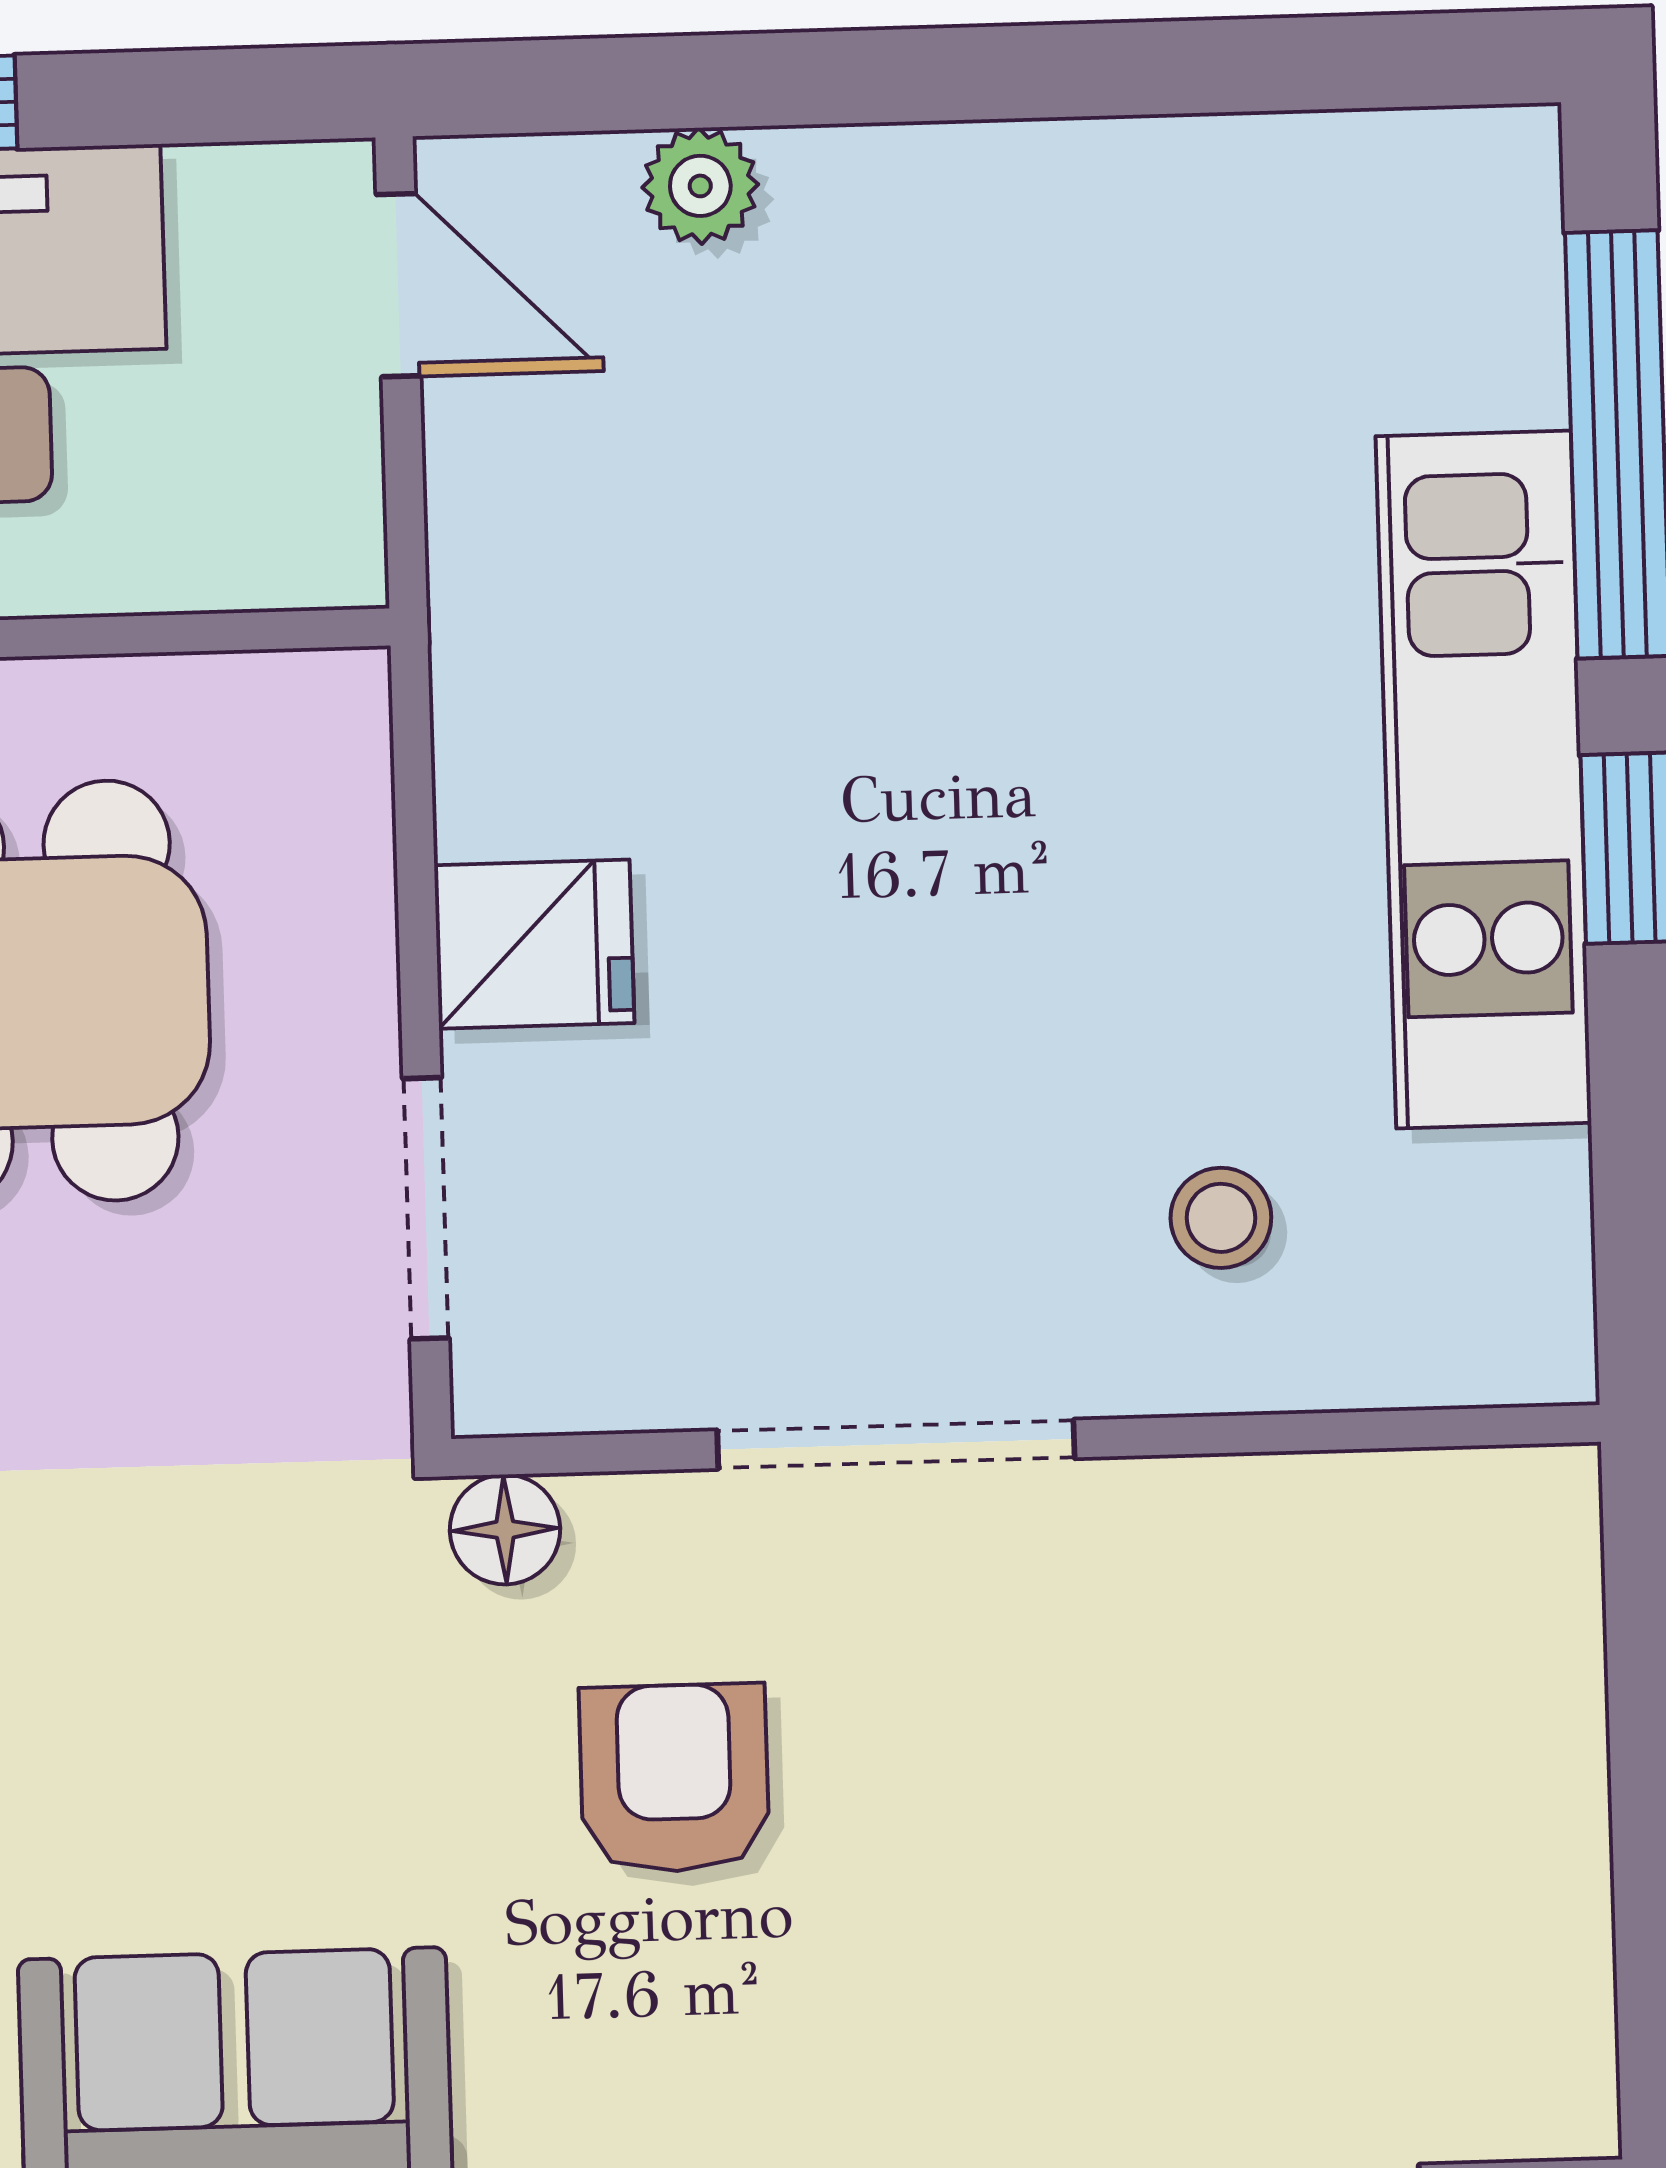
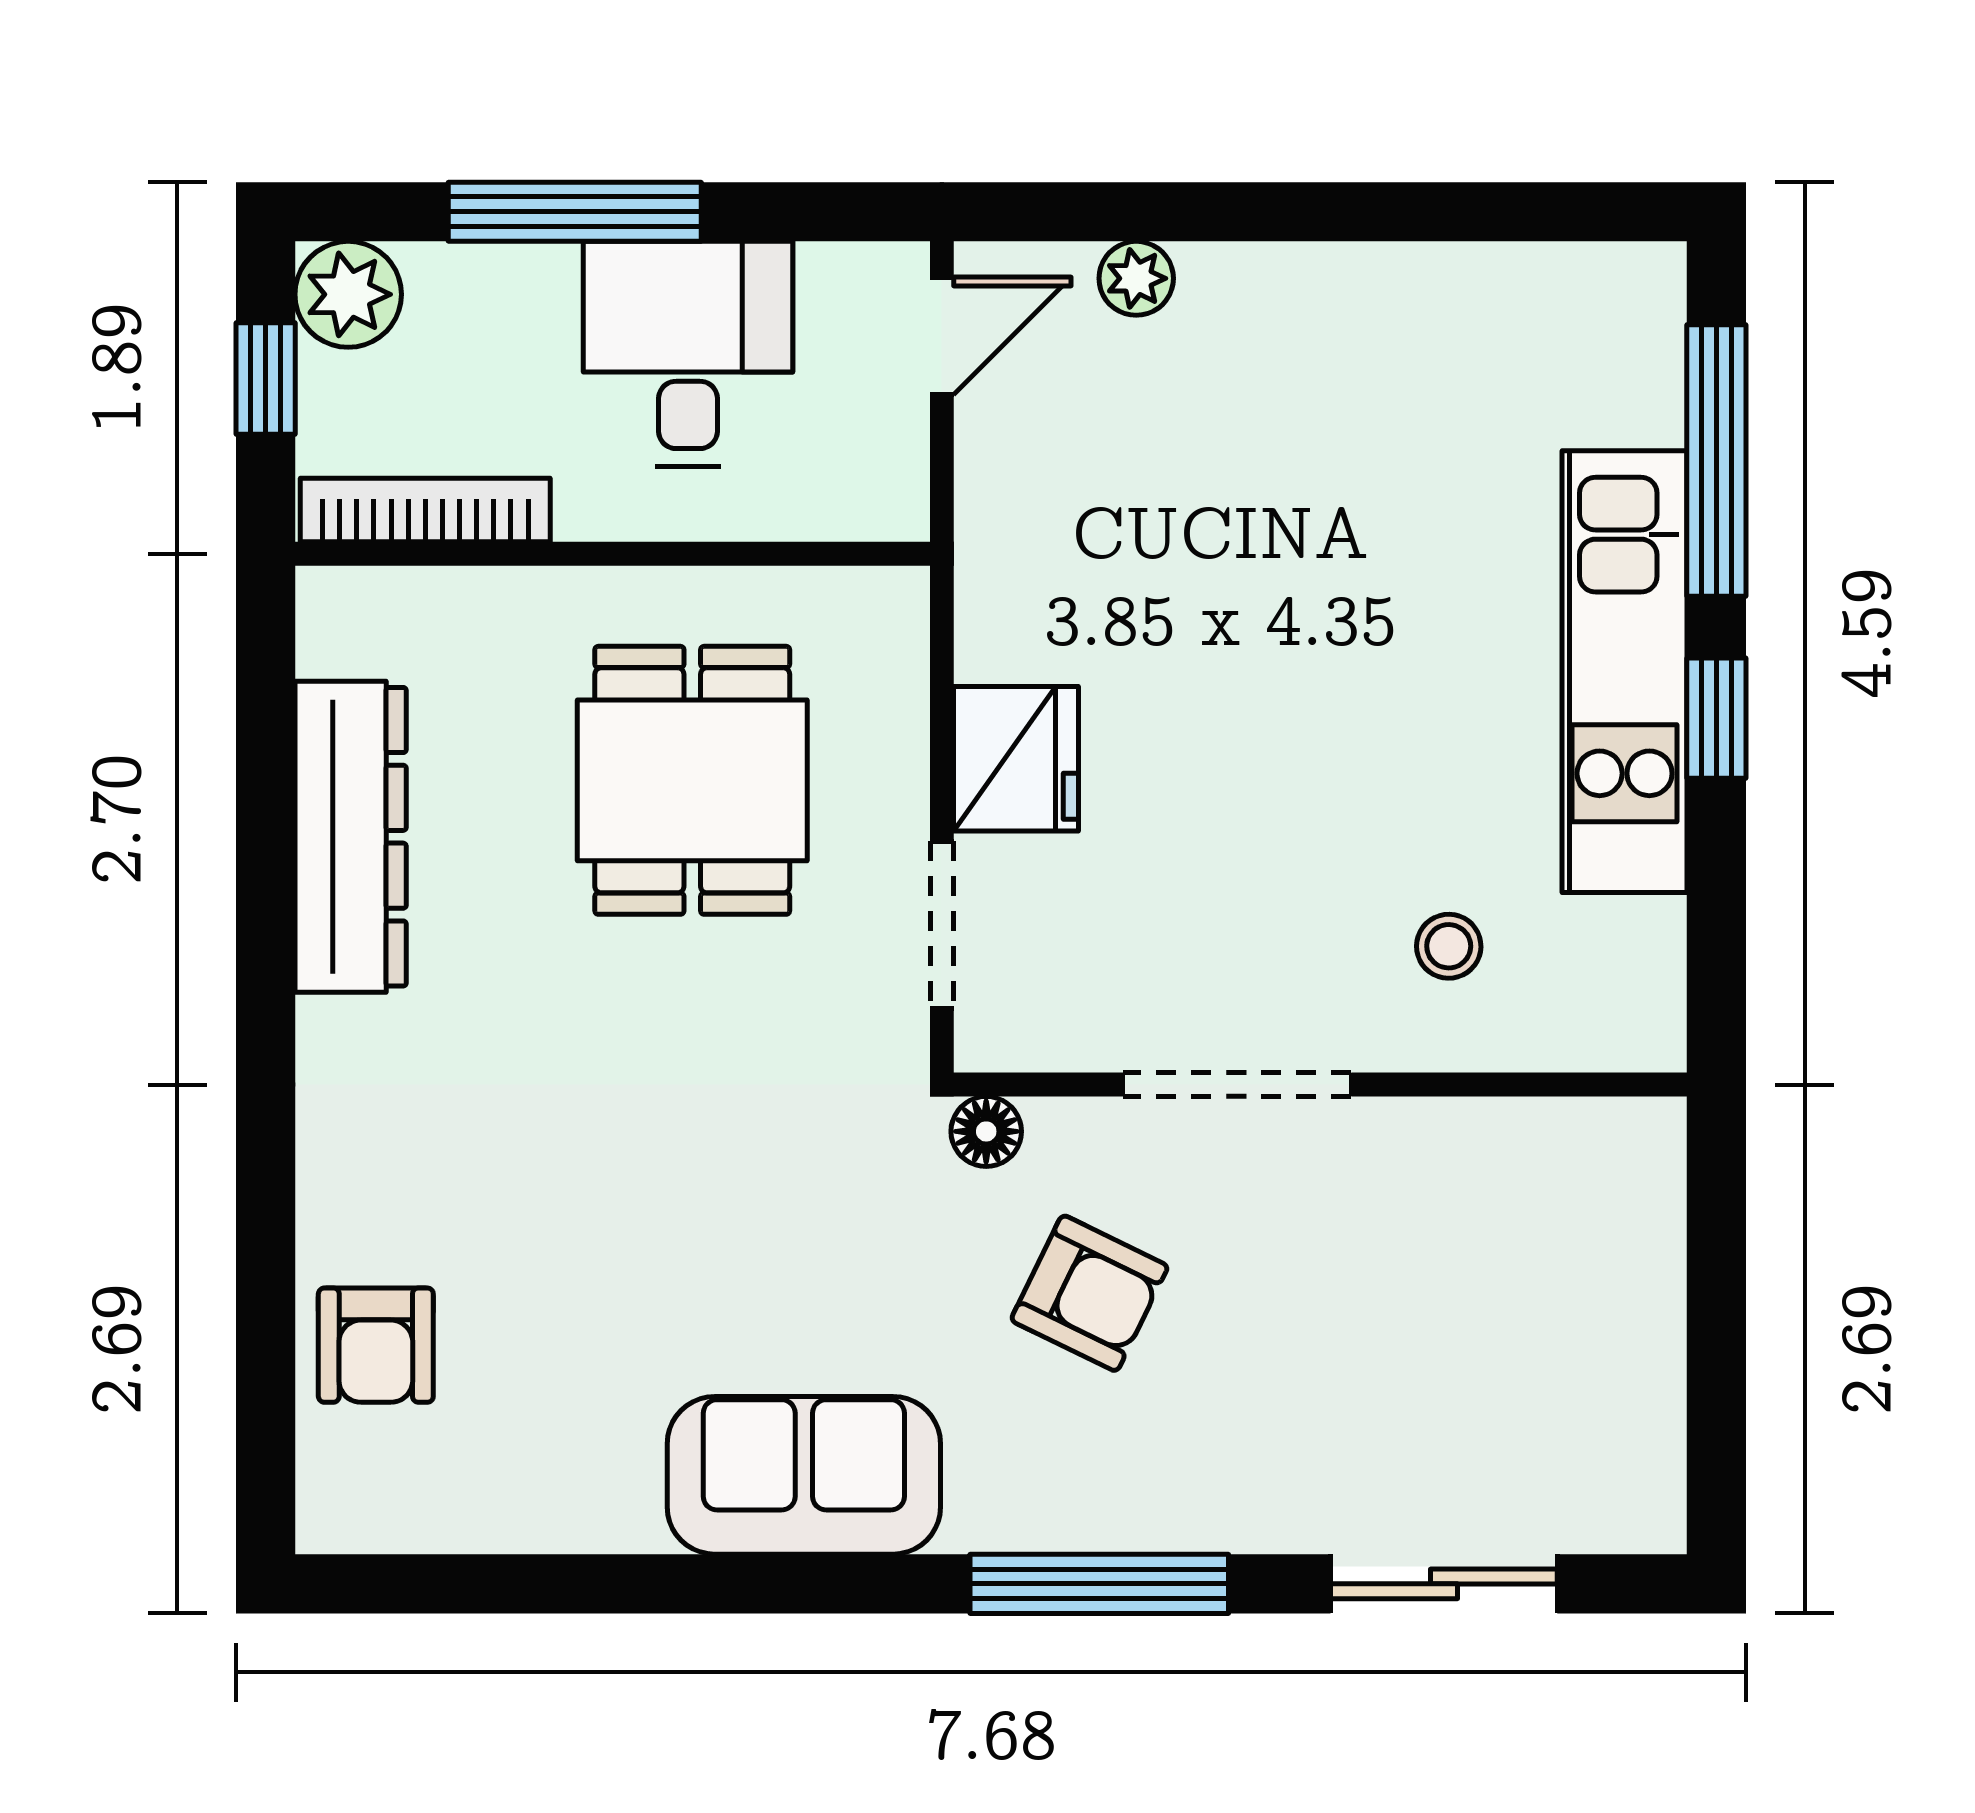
door: (398, 285) -> (942, 336), hinge flipped
fridge: (534, 944) -> (1016, 759), width x1.38
armchair: (674, 1778) -> (1089, 1293), turned 116

